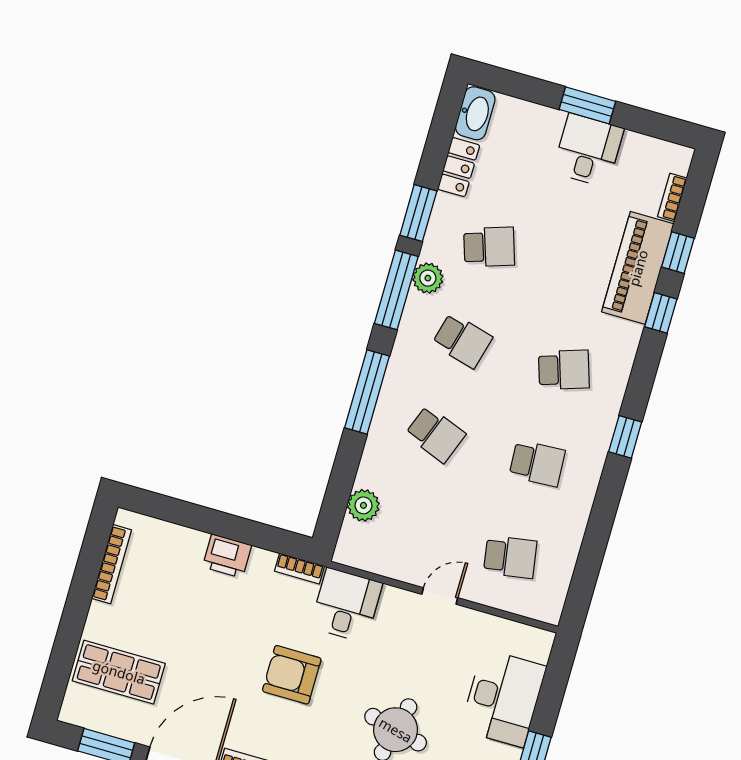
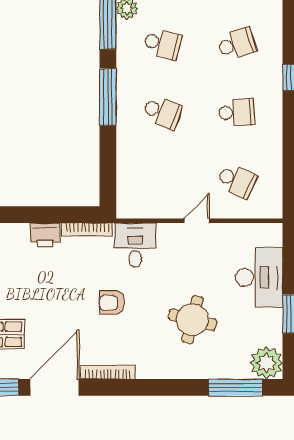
plant: (363, 505) -> (127, 174), removed
school desk: (510, 557) -> (237, 181), turned 33
bookcase: (299, 569) -> (87, 229), width x1.56
armchair: (292, 675) -> (112, 303), width x0.72, depth x0.72

